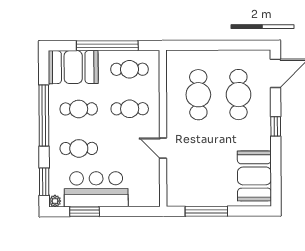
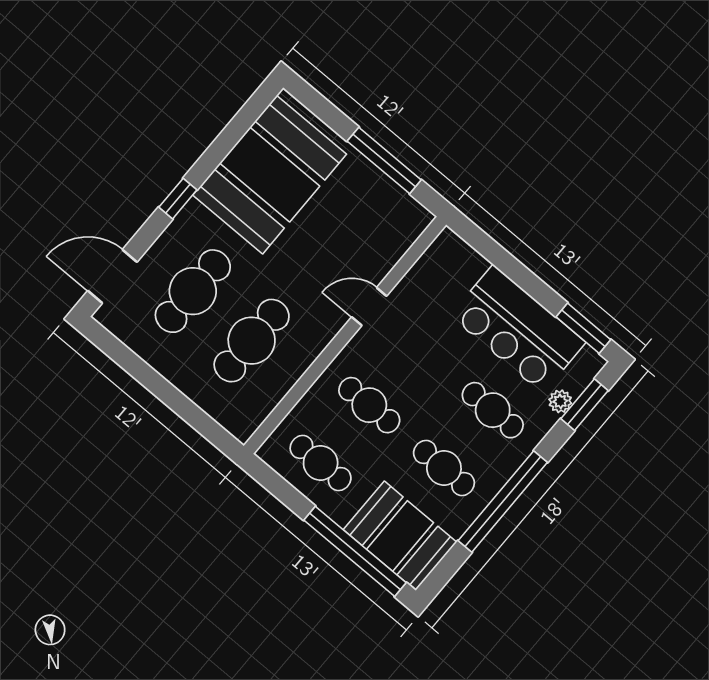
window: (107, 46) -> (355, 551), moved
door: (163, 148) -> (369, 306), swing flipped
booth: (254, 176) -> (270, 175), width x1.36, depth x1.42
plant: (55, 201) -> (560, 401), moved
window: (85, 212) -> (583, 328), moved

